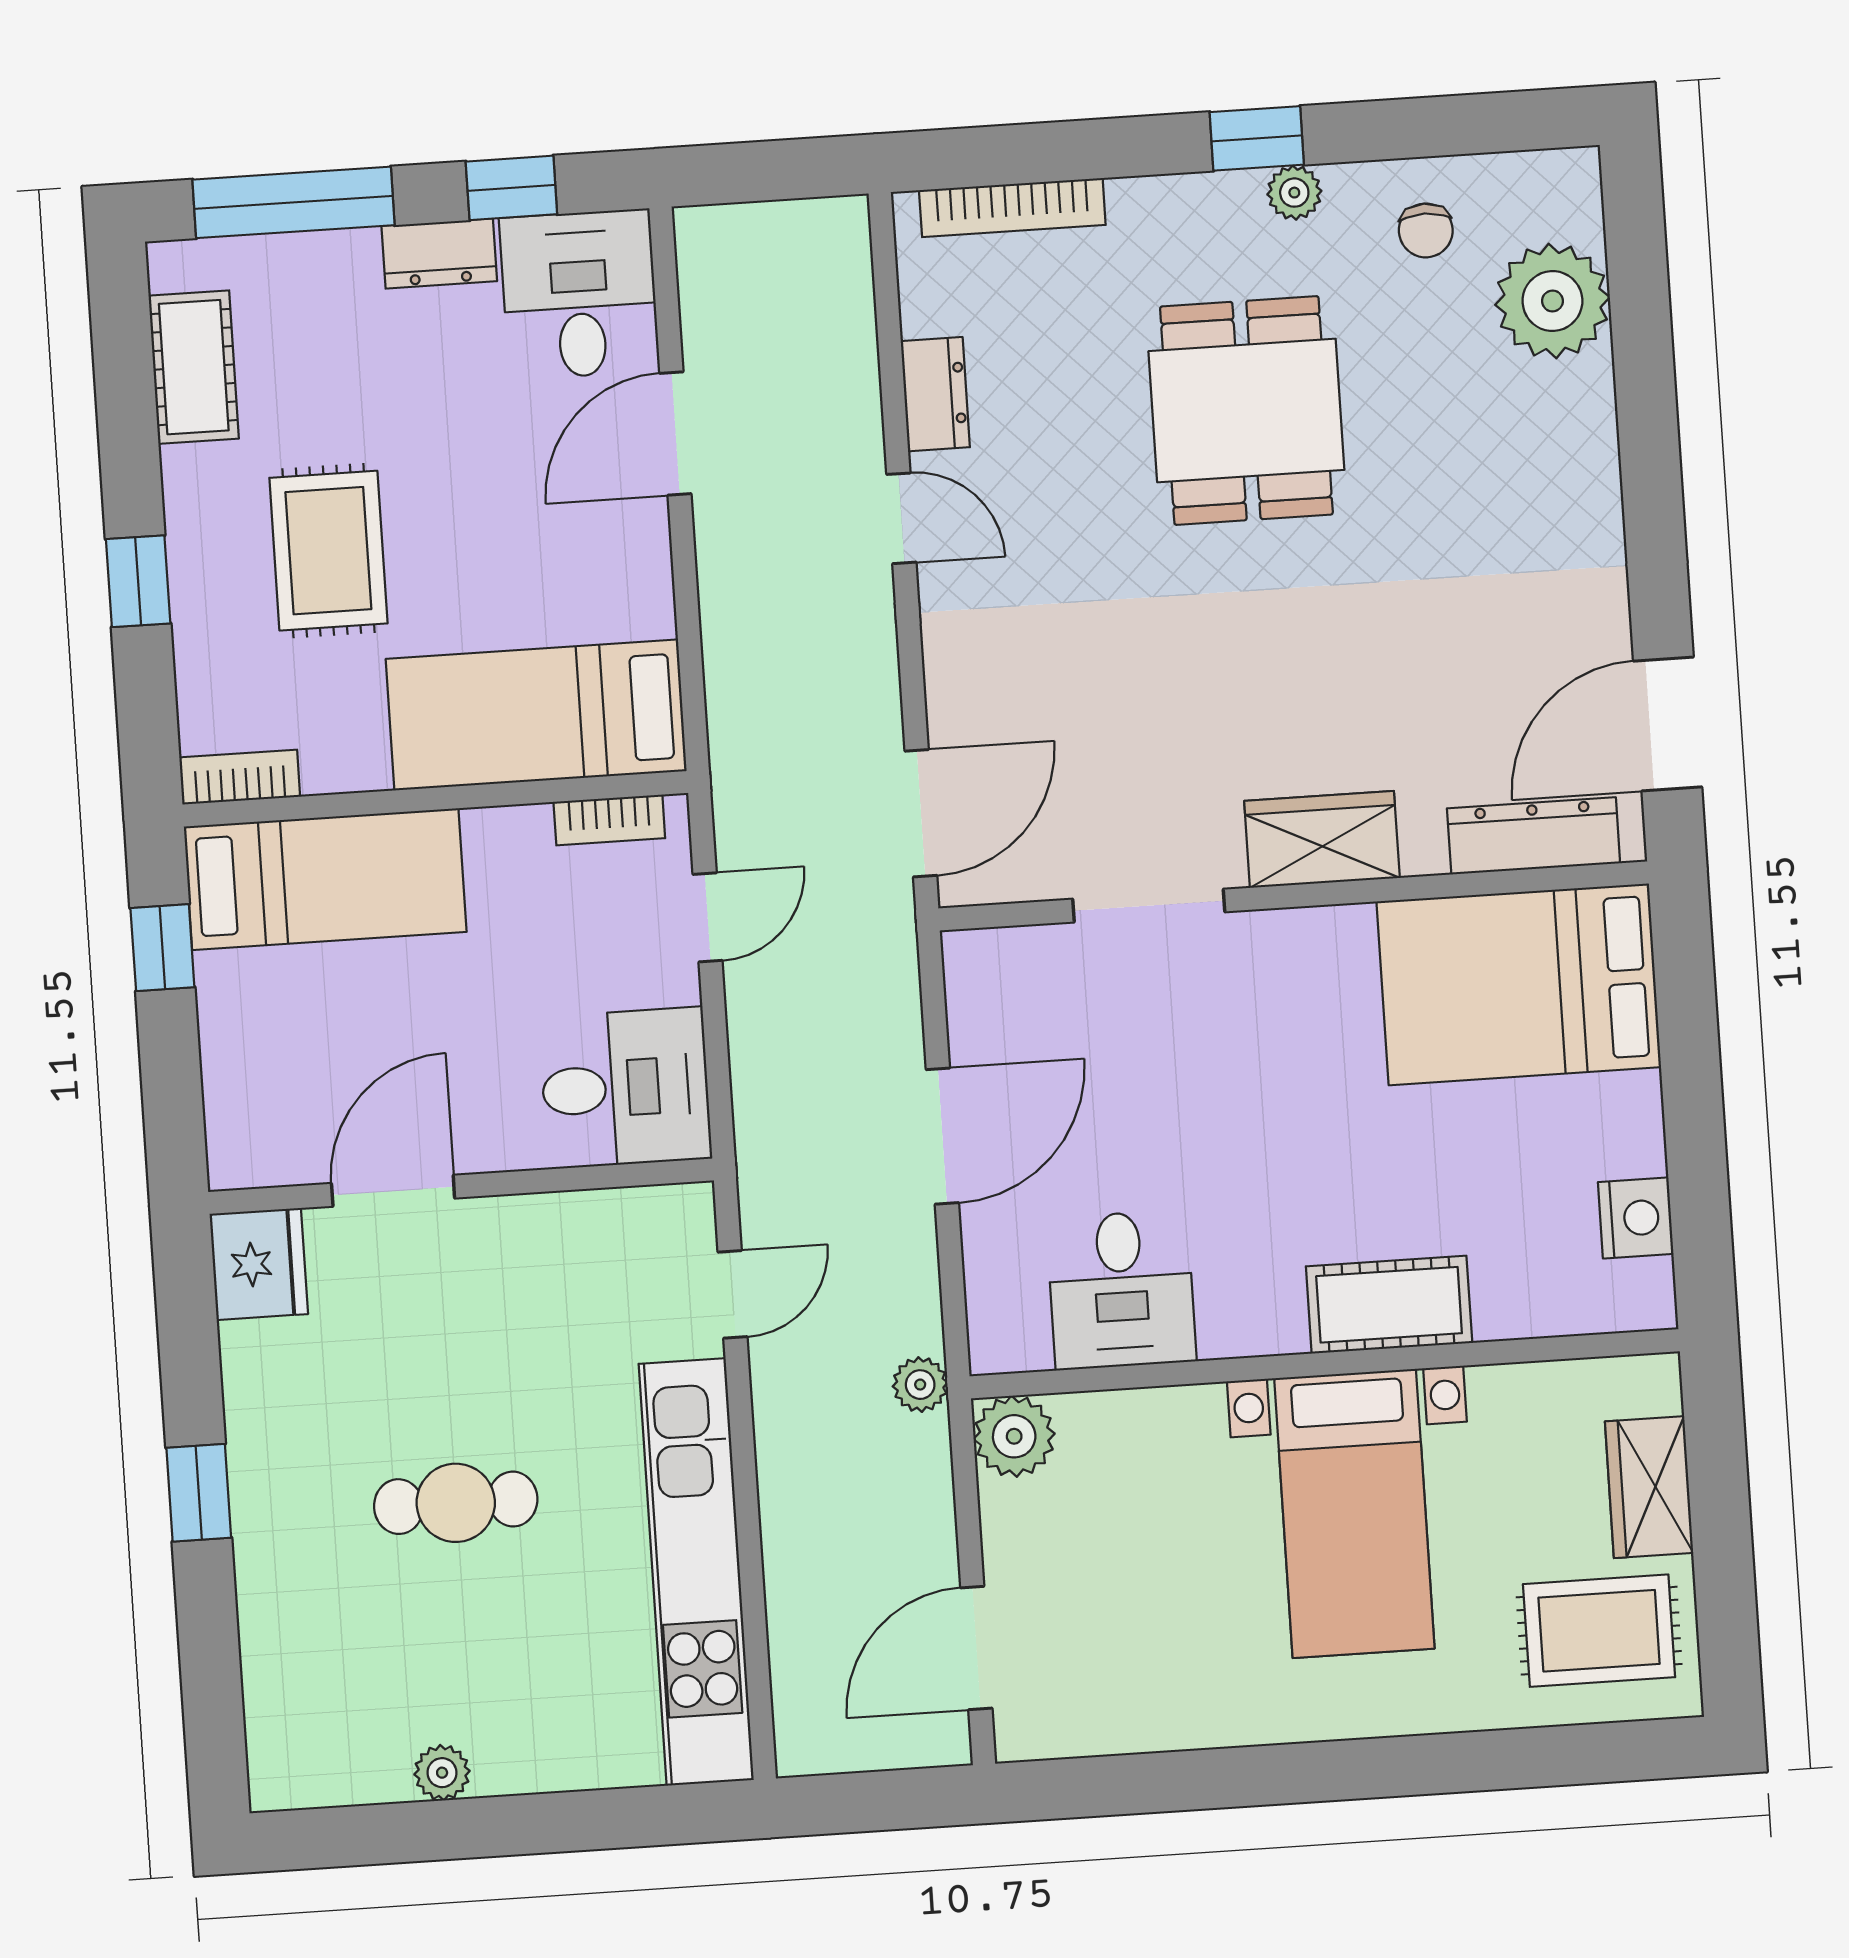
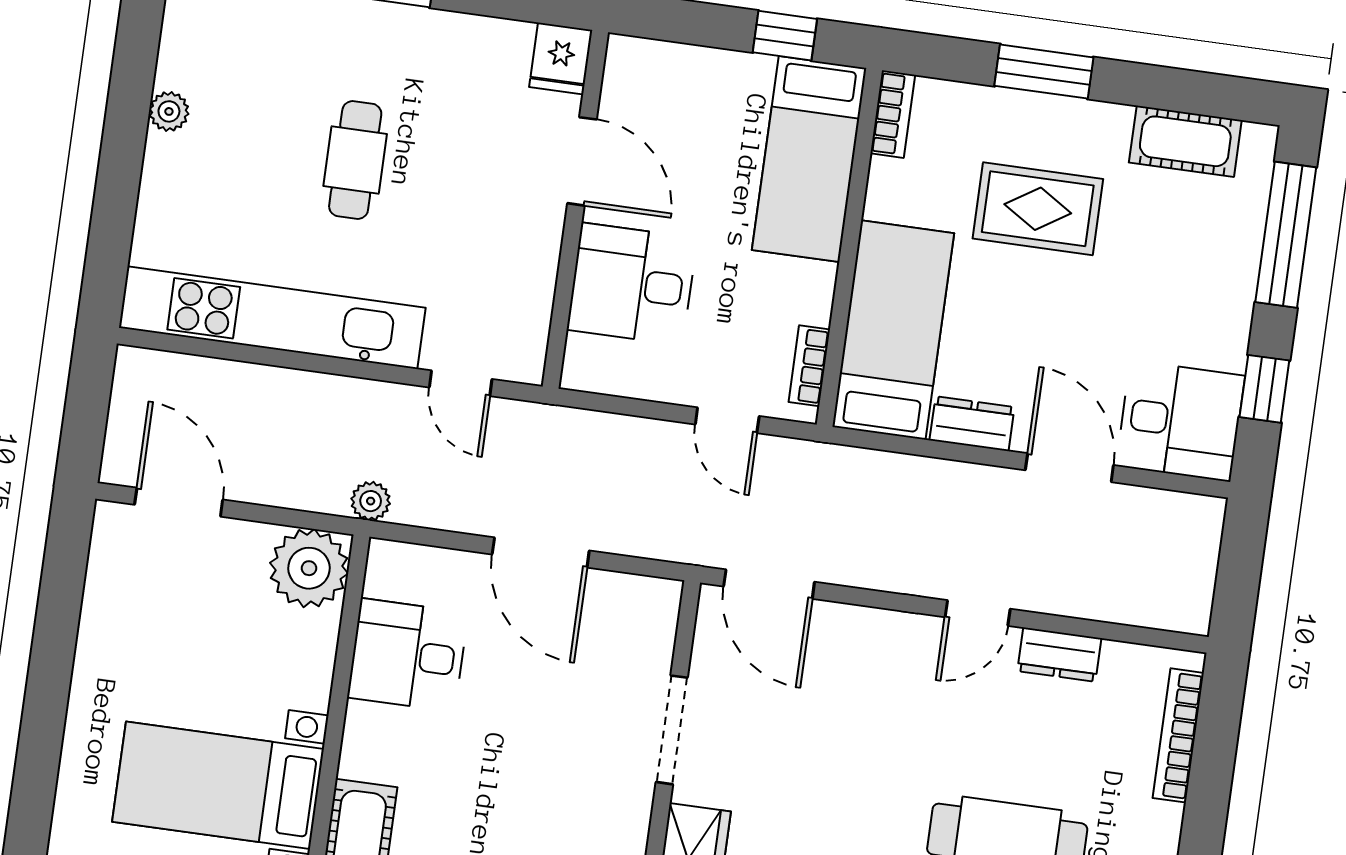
dresser: (439, 254) -> (972, 424), moved, turned 90
window: (138, 581) -> (1044, 72), width x1.50
desk: (625, 1088) -> (632, 284), moved, turned 90
fridge: (259, 1264) -> (561, 59), width x0.72
plant: (1014, 1436) -> (309, 568), width x1.36, depth x1.36

